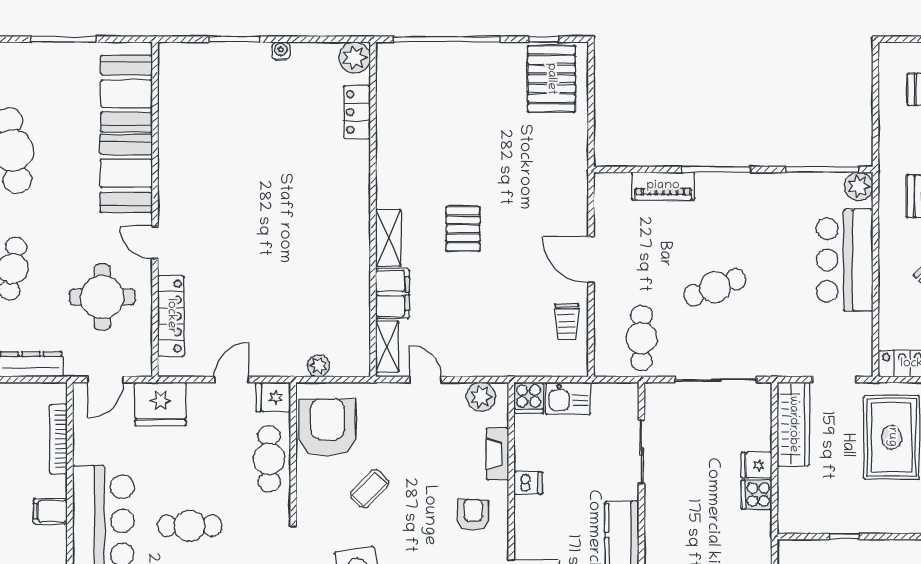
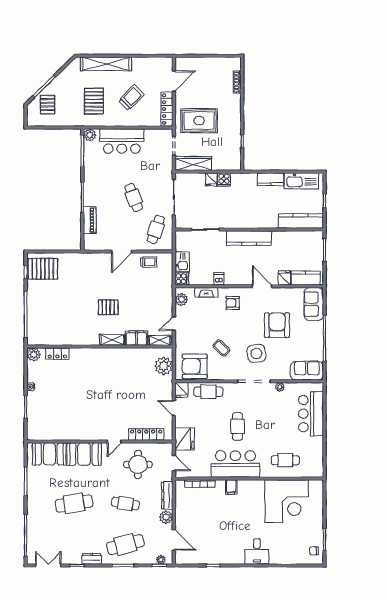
cafe table: (642, 338) -> (156, 229), turned -71
plant: (319, 366) -> (164, 366), width x1.87, depth x1.87

